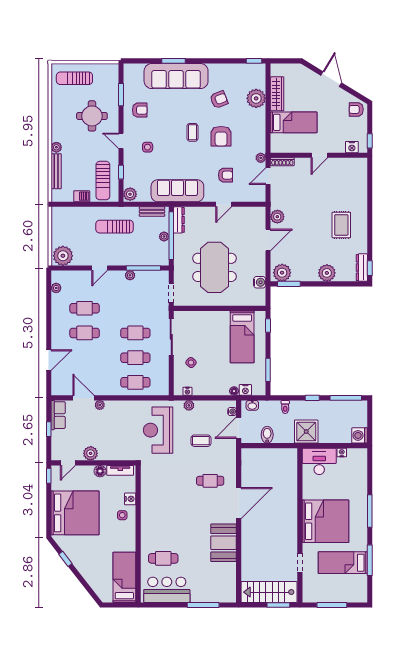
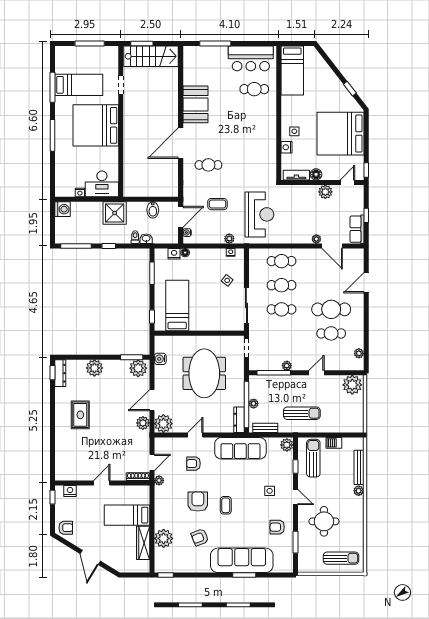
plant: (256, 216) -> (163, 424), added
cafe table: (85, 333) -> (331, 309), width x1.37, depth x1.35
washbasin: (252, 405) -> (146, 239), moved

